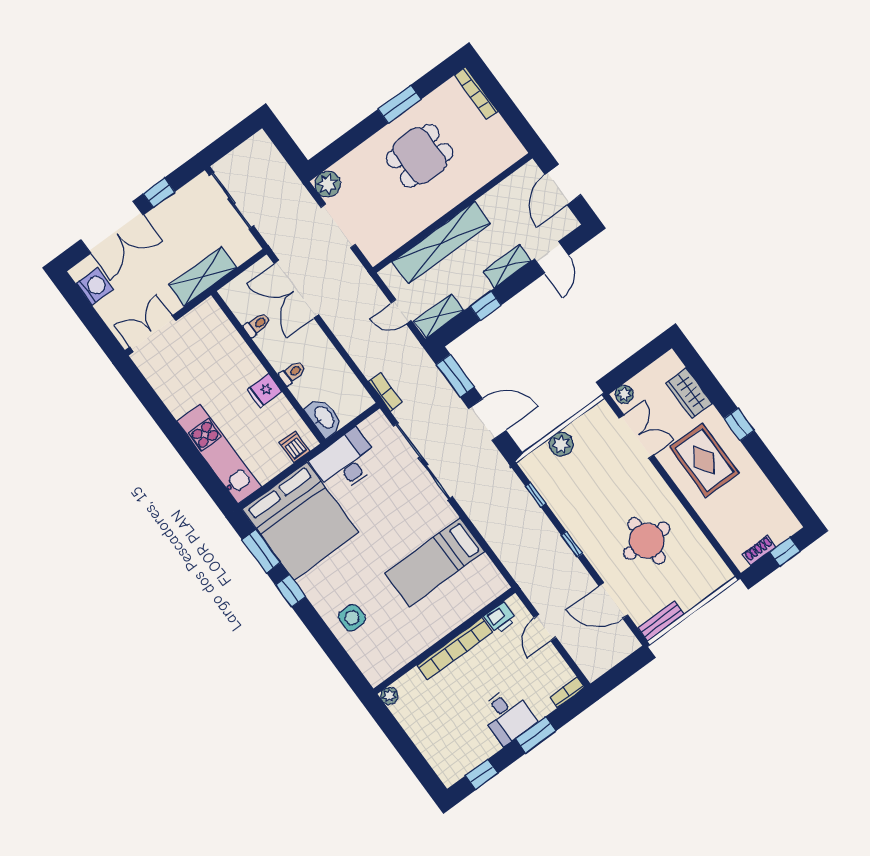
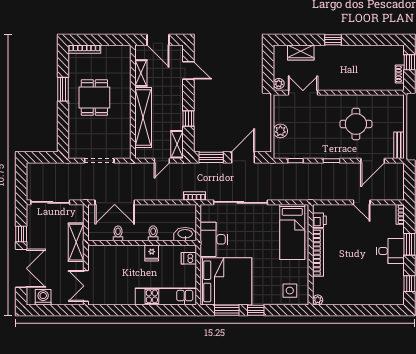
plant: (328, 184) -> (76, 151), removed
shelving: (507, 266) -> (141, 73), moved
rug: (704, 460) -> (338, 69), removed
printer: (500, 618) -> (319, 220), moved
wall: (444, 641) -> (311, 255), moved
bookcase: (455, 649) -> (318, 253), moved
plant: (389, 696) -> (318, 300), moved

